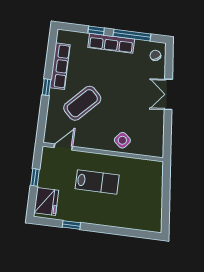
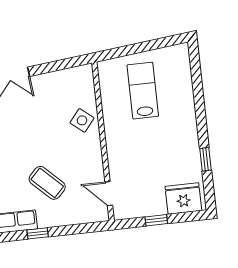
coffee table: (82, 103) -> (47, 183), width x0.73, depth x0.76
lab bench: (97, 182) -> (143, 91), moved

